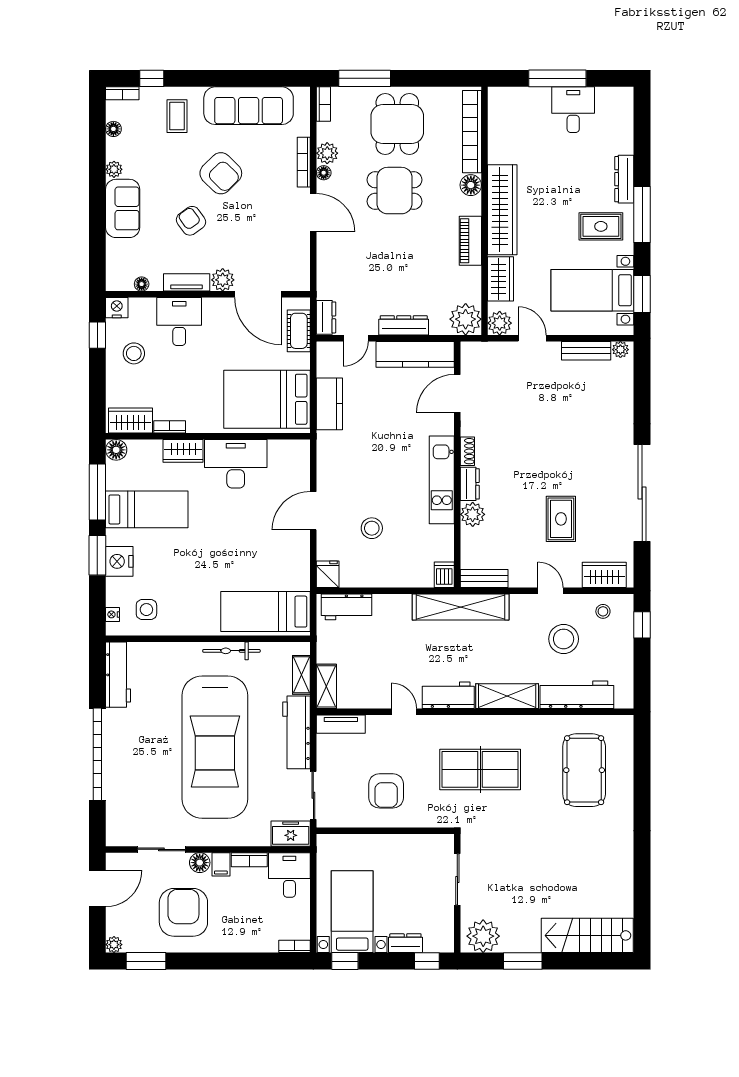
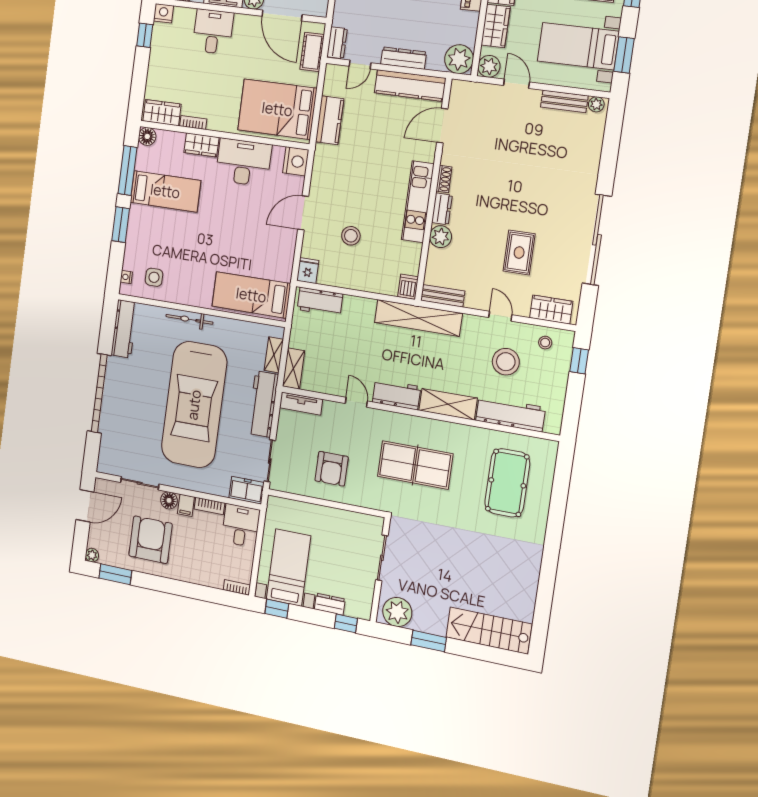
stool: (134, 353) -> (172, 55), removed
nightstand: (119, 561) -> (296, 161), moved, turned 180
bicycle: (231, 651) -> (189, 319), moved

